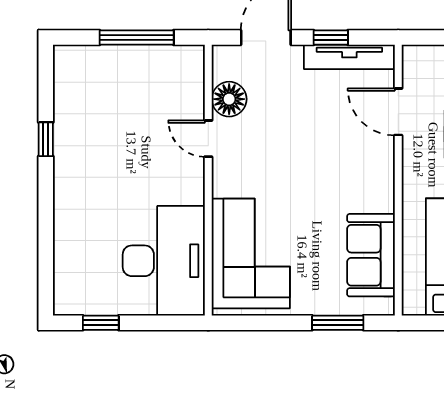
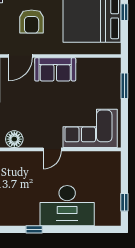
door: (208, 139) -> (52, 149), moved
sofa: (371, 255) -> (55, 69), moved
desk: (164, 261) -> (67, 206), moved, turned 180

